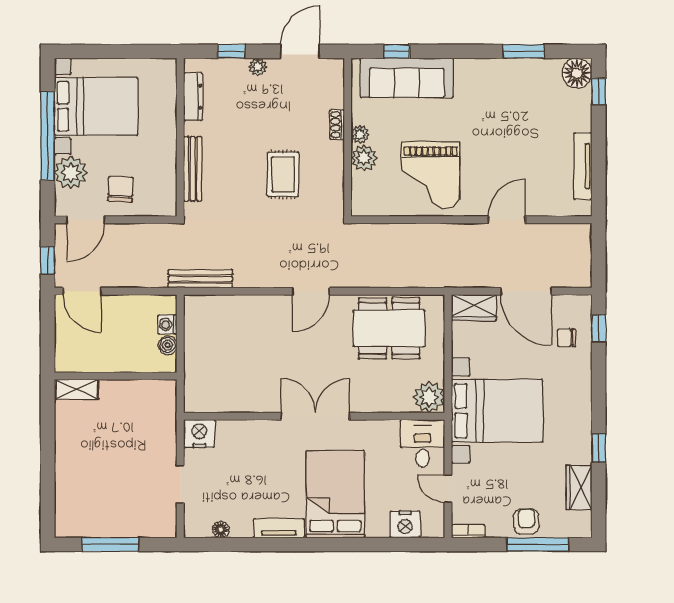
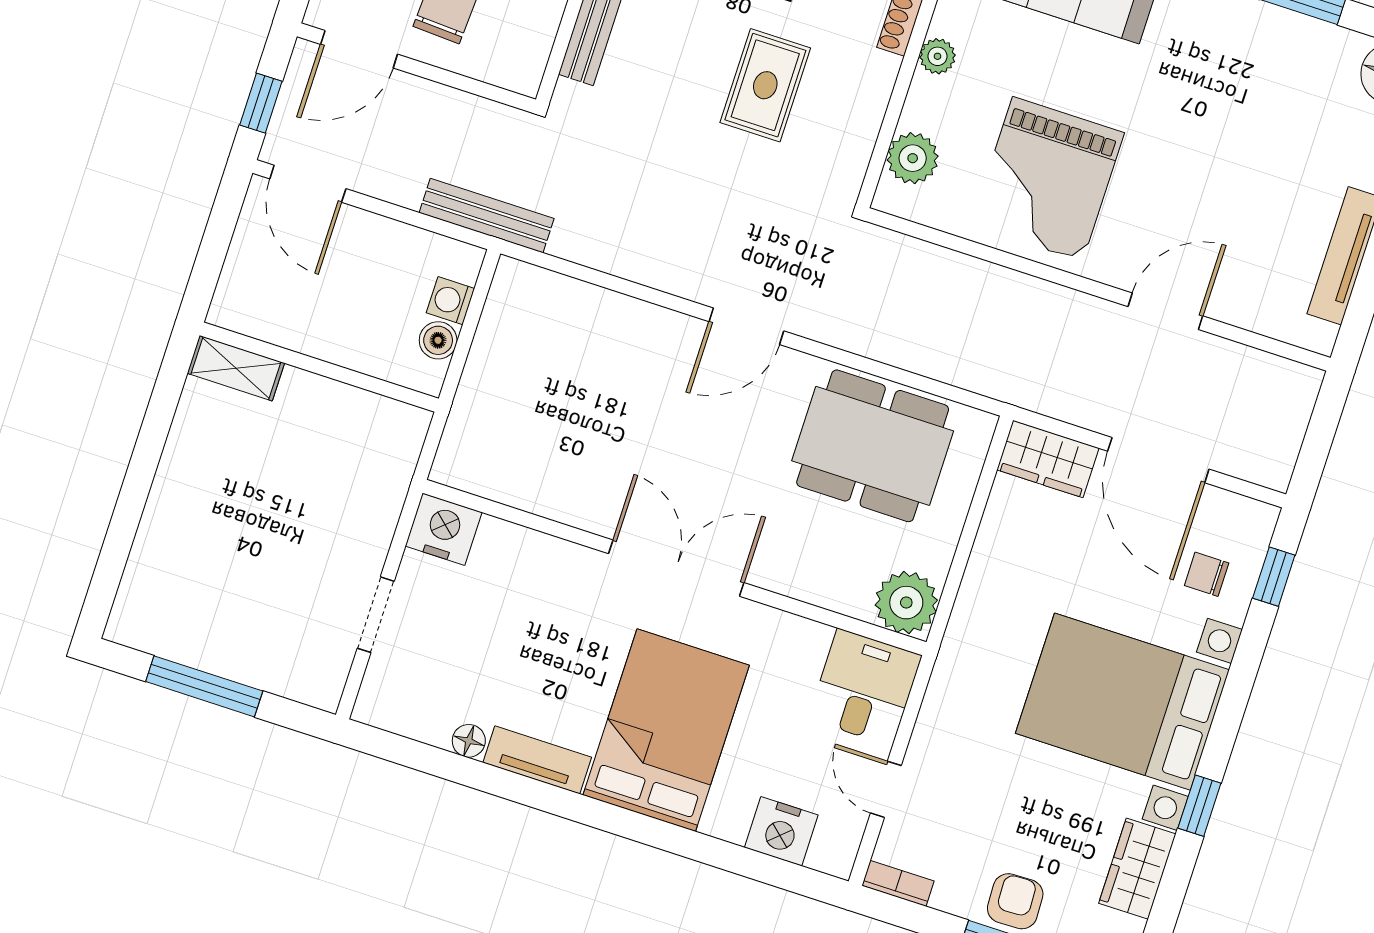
plant: (364, 158) -> (913, 158), moved
bench: (200, 279) -> (487, 216), moved
bed with nightstands: (497, 411) -> (1122, 702), moved, turned 180
floor lamp: (221, 530) -> (469, 741), moved

